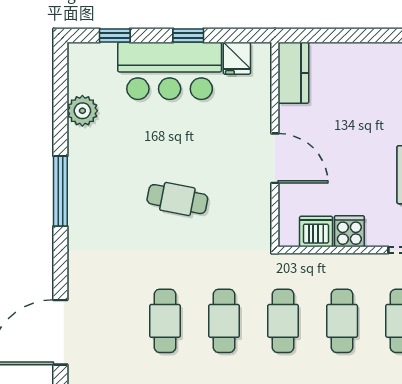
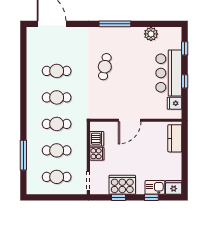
kitchen counter: (293, 73) -> (175, 138), moved, turned 90
cafe table: (177, 199) -> (105, 67), moved

